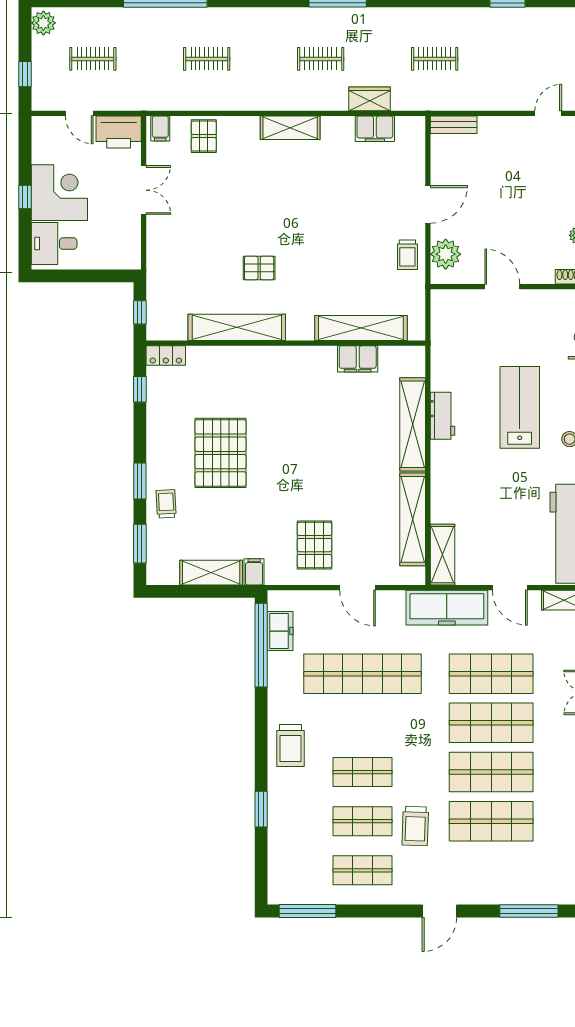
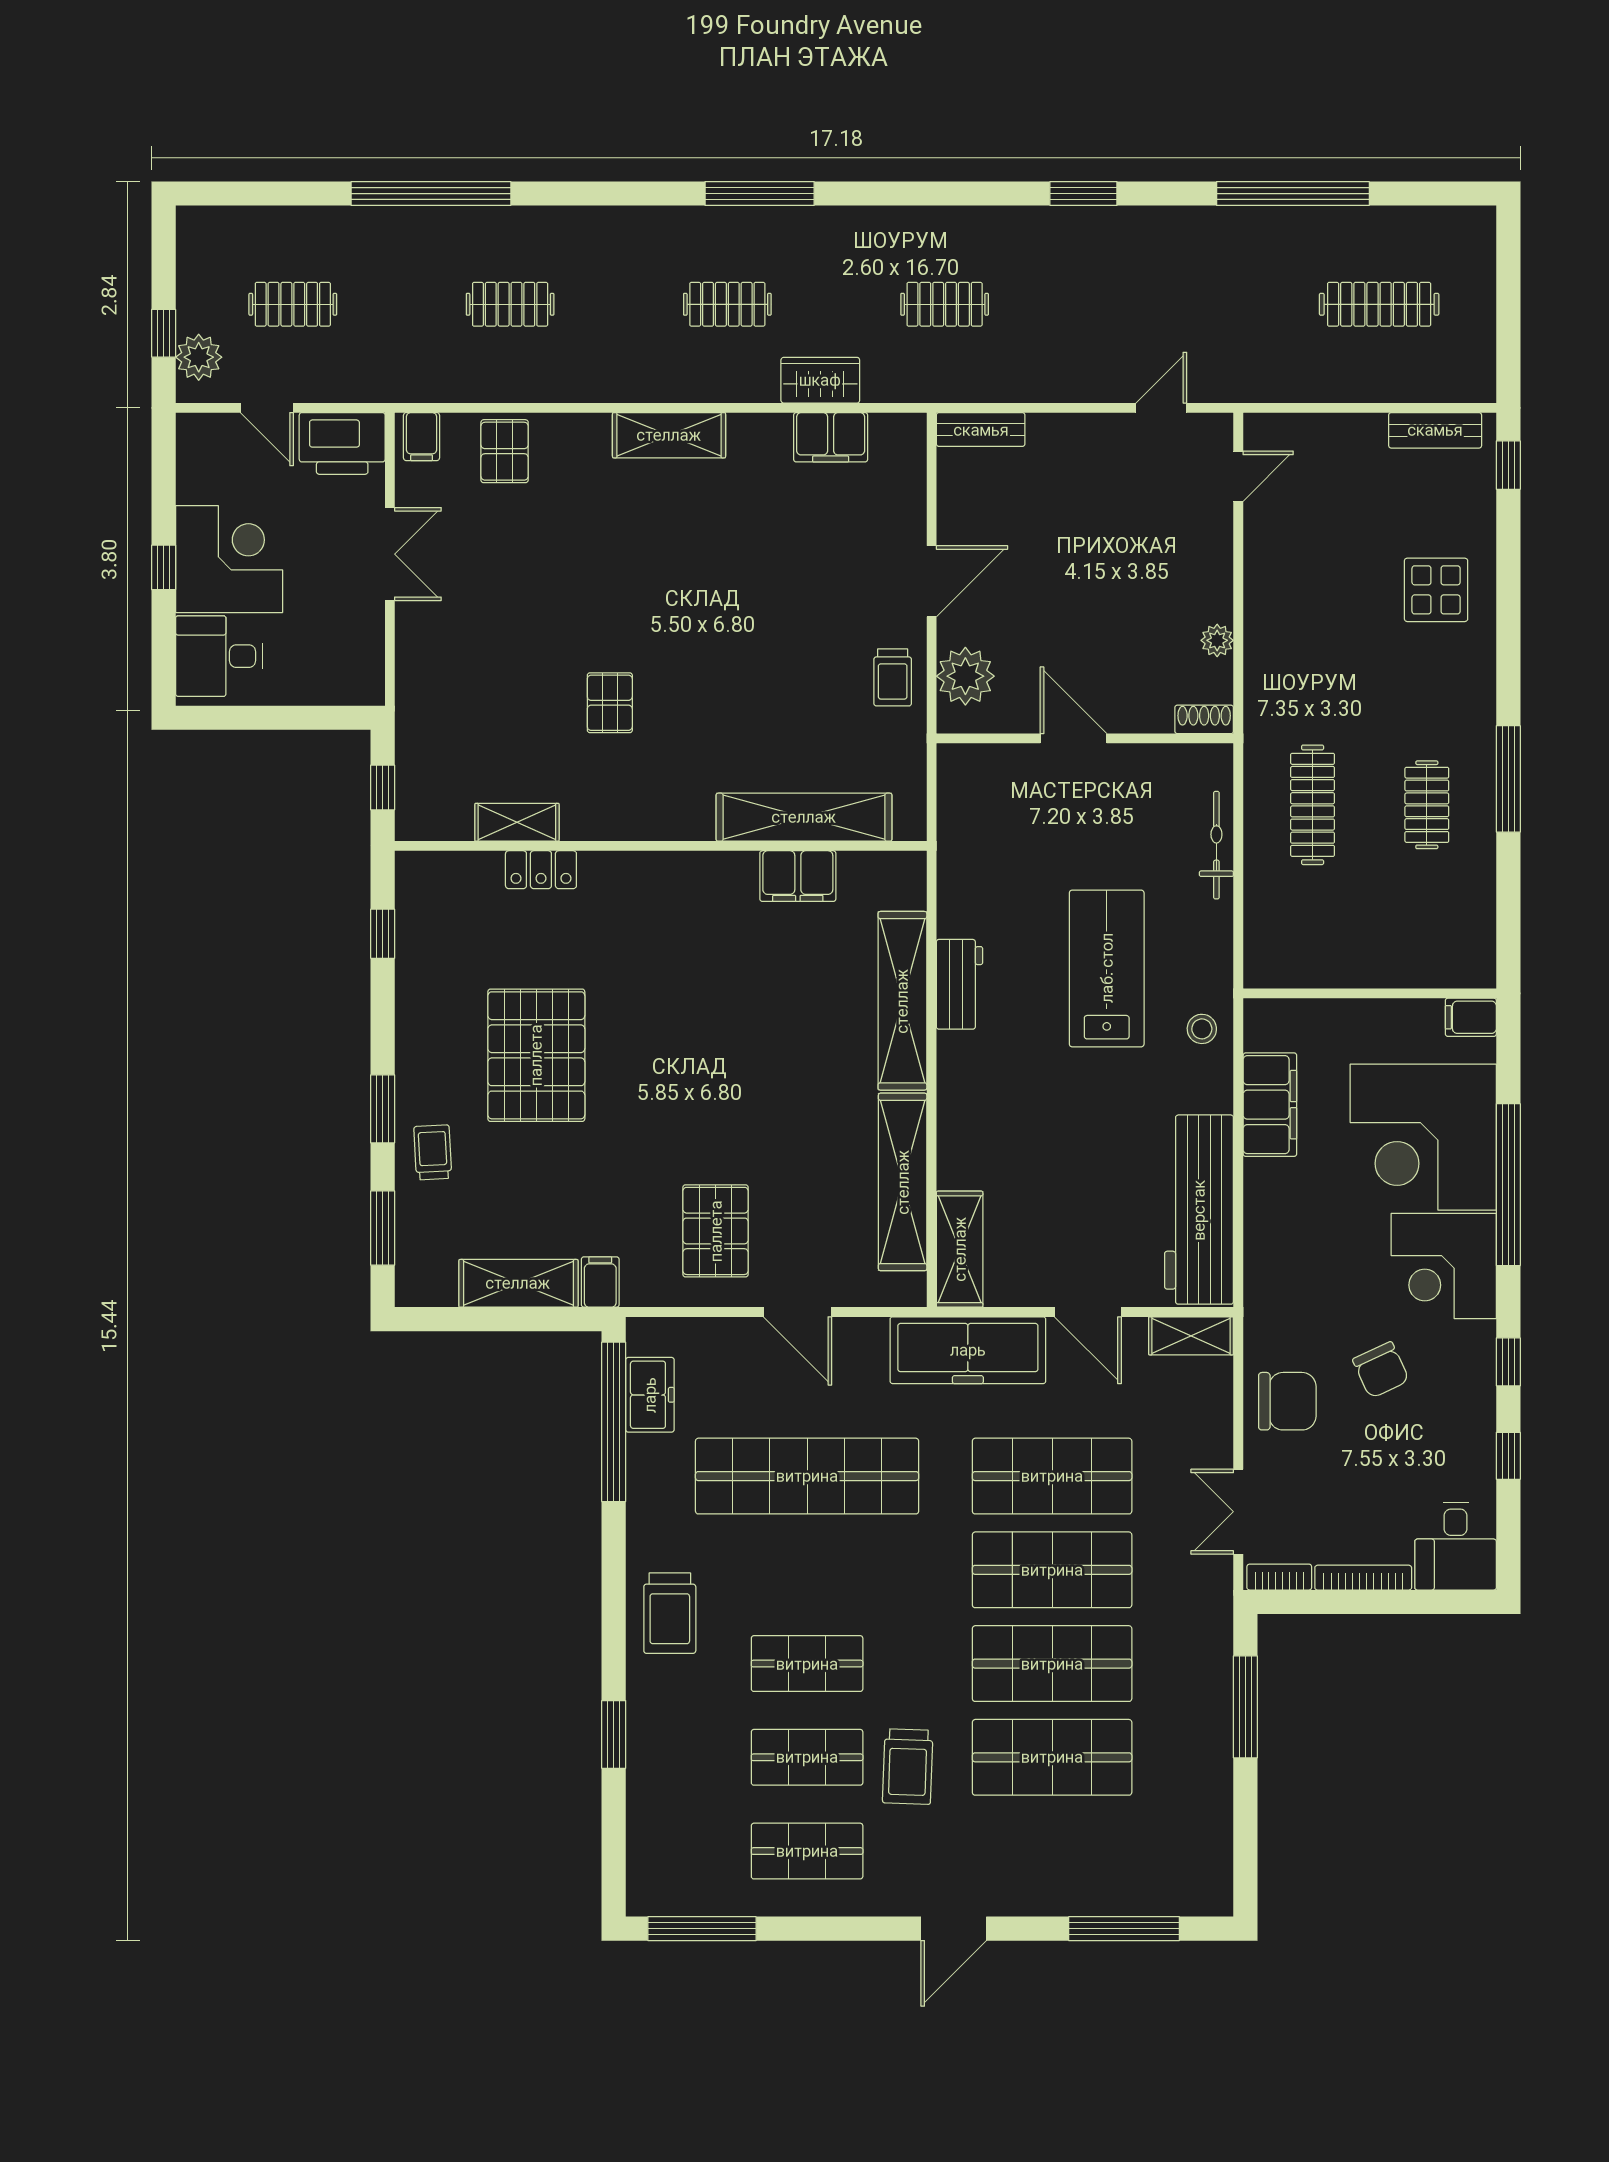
plant: (43, 23) -> (199, 357), moved
pallet: (259, 268) -> (610, 703), turned 90
shelving: (237, 327) -> (517, 822), width x0.45, depth x0.75
locker: (166, 356) -> (541, 870), moved

